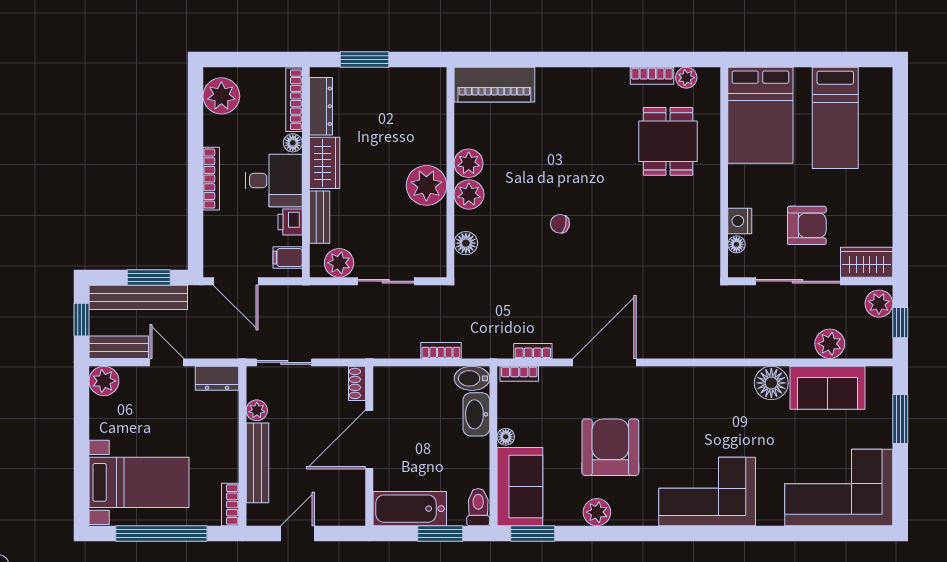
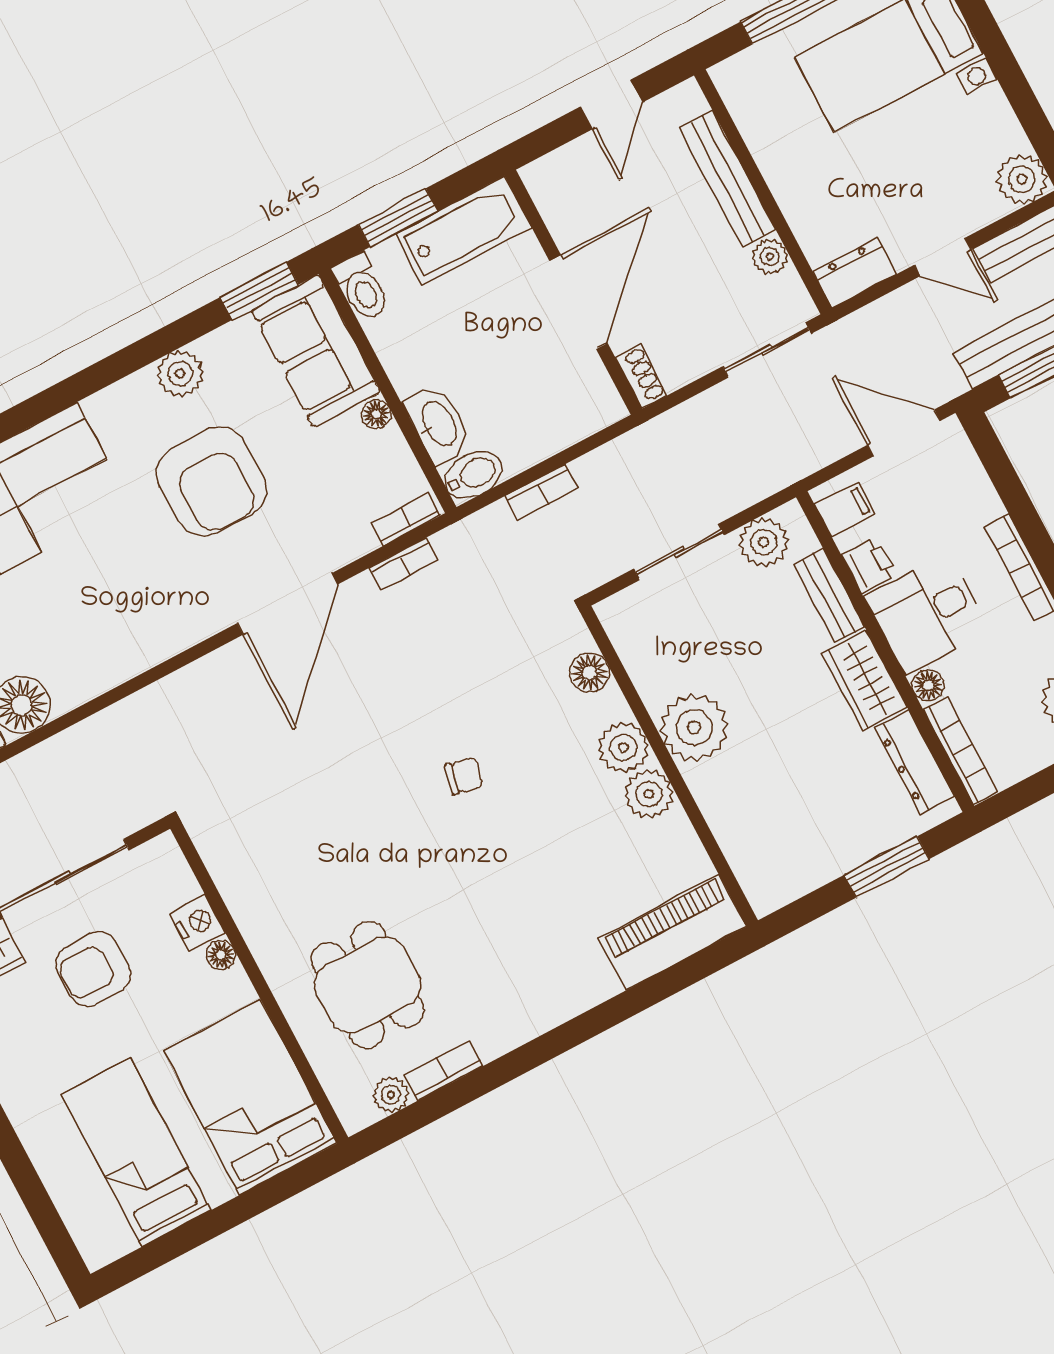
floor lamp: (736, 244) -> (221, 955), moved
bookcase: (230, 505) -> (735, 94), removed

